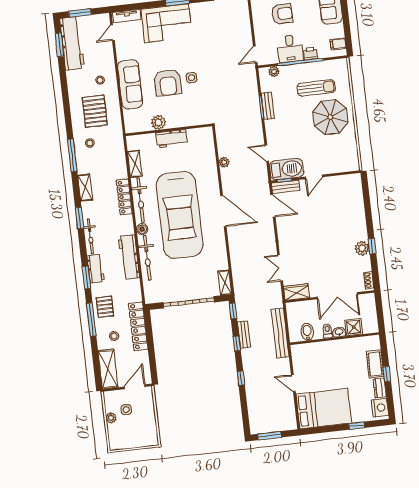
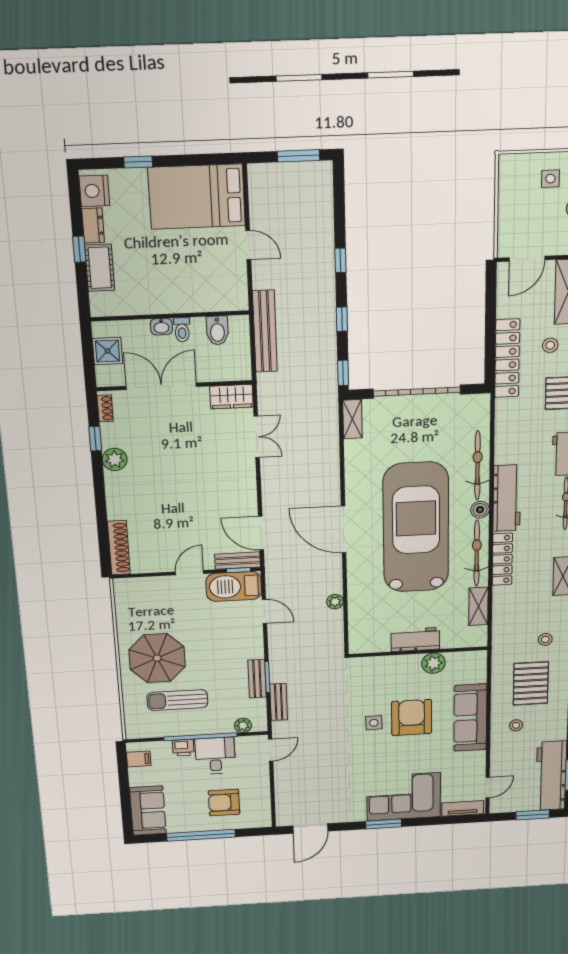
shoe rack: (357, 191) -> (119, 548), added
window: (372, 246) -> (95, 439), moved
workbench: (129, 257) -> (507, 498), moved
shower: (354, 327) -> (108, 351), moved
bench: (244, 335) -> (279, 702), moved
side table: (126, 410) -> (550, 179), moved

